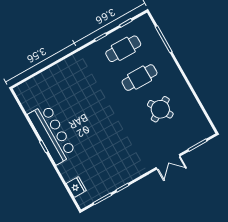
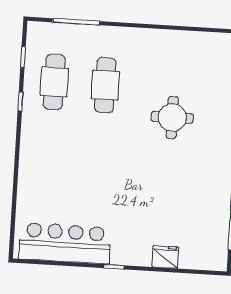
round table: (160, 109) -> (172, 117), moved, turned 31
bar counter: (52, 134) -> (65, 243), moved
fridge: (76, 187) -> (165, 257), moved

